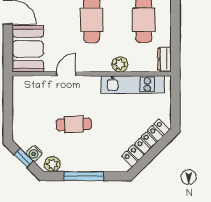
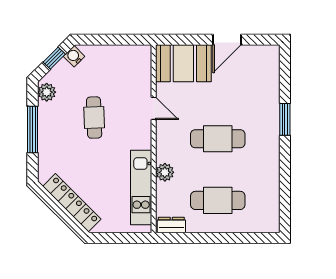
water cooler: (34, 153) -> (74, 56), moved

